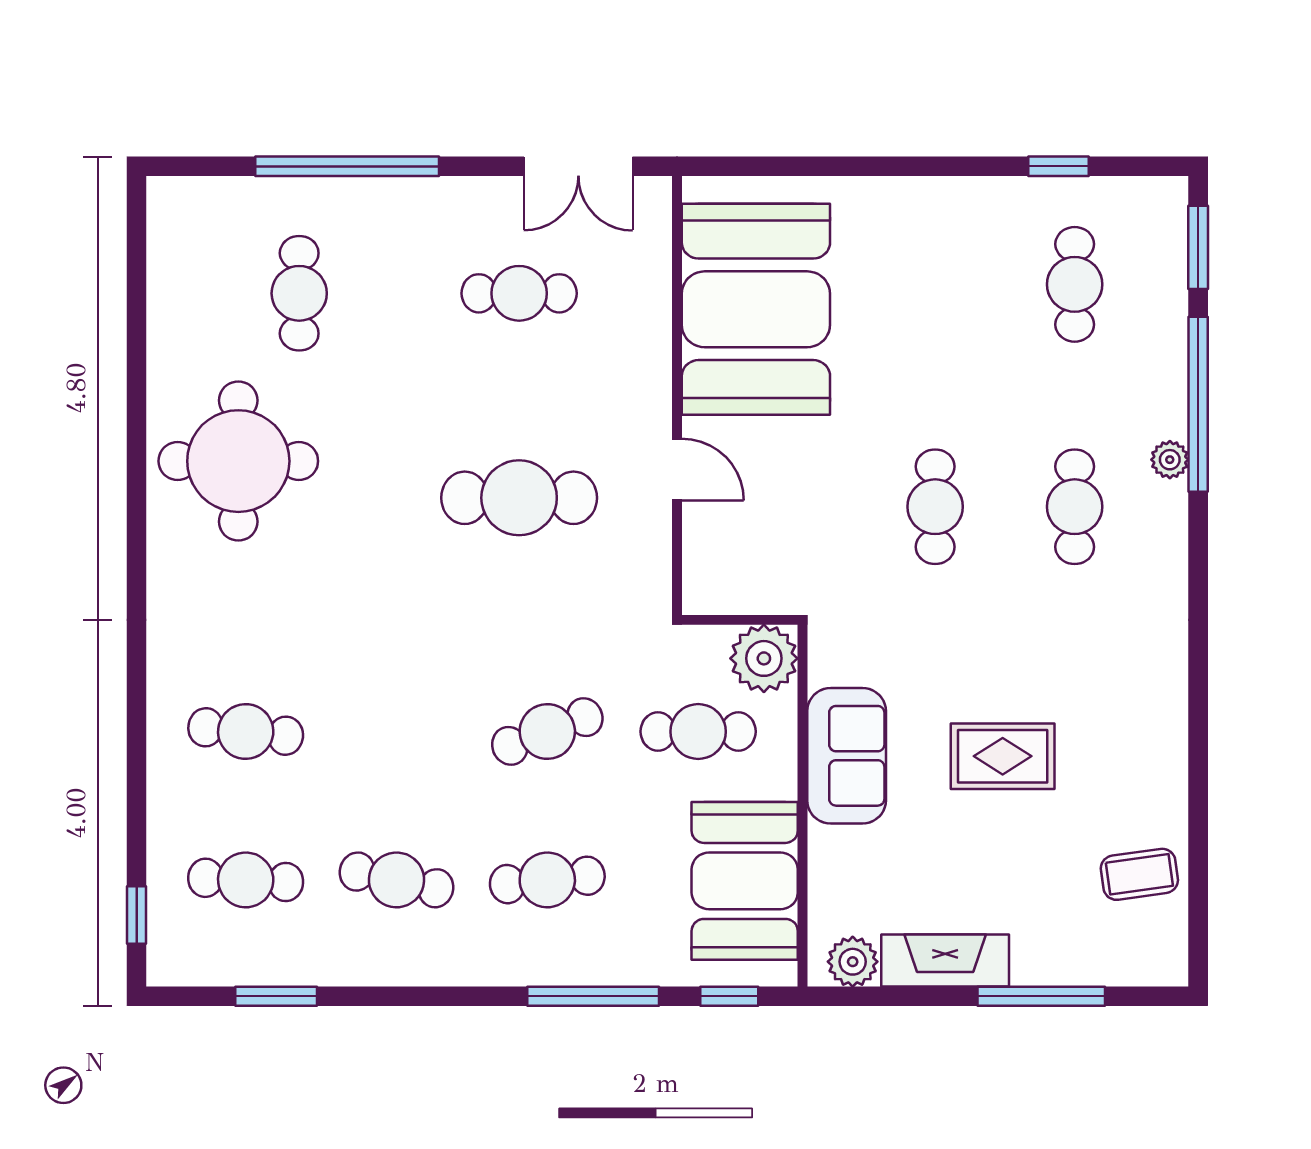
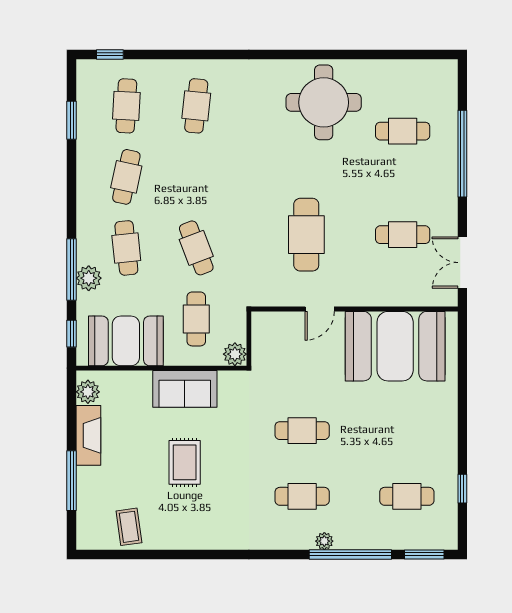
cafe table: (519, 293) -> (403, 235), turned 90
plant: (764, 658) -> (235, 354), width x0.73, depth x0.73
plant: (612, 960) -> (89, 278), added

